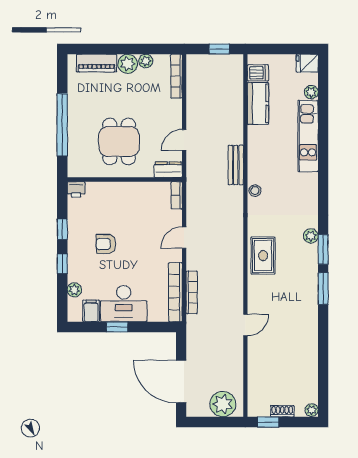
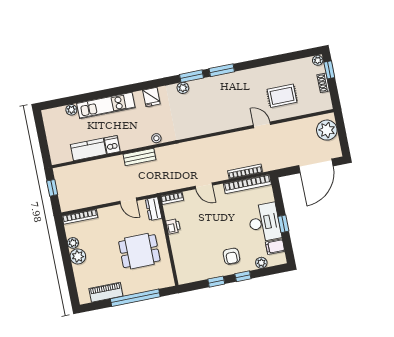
piano: (97, 63) -> (106, 292), moved, turned -90
fridge: (307, 63) -> (151, 97), moved
dishwasher: (258, 73) -> (112, 145), moved
printer: (76, 189) -> (173, 226), moved
armchair: (106, 244) -> (231, 256), moved
rug: (263, 256) -> (282, 96), moved
window: (268, 422) -> (329, 70), moved

